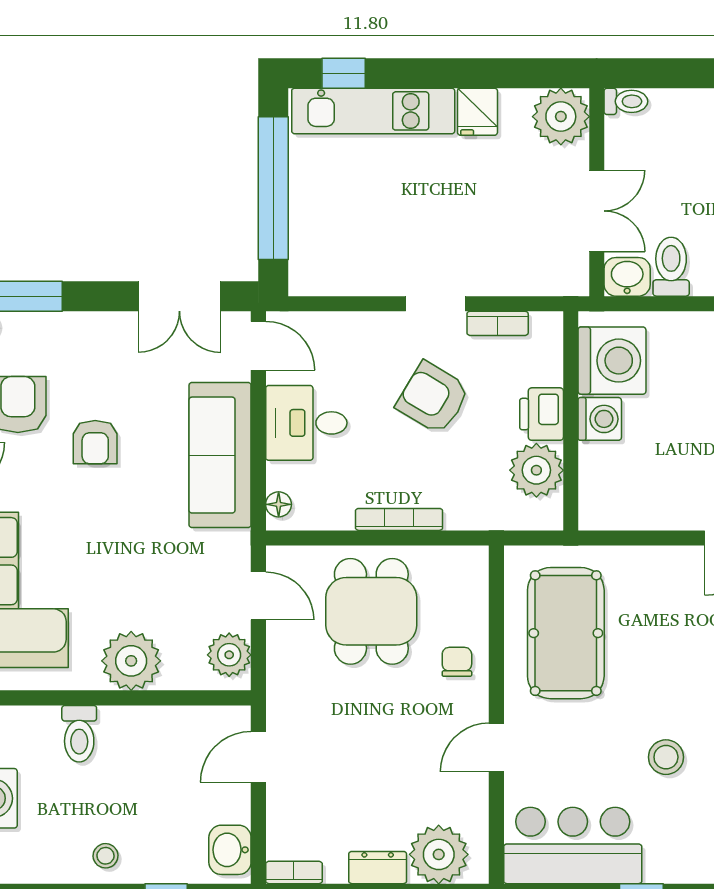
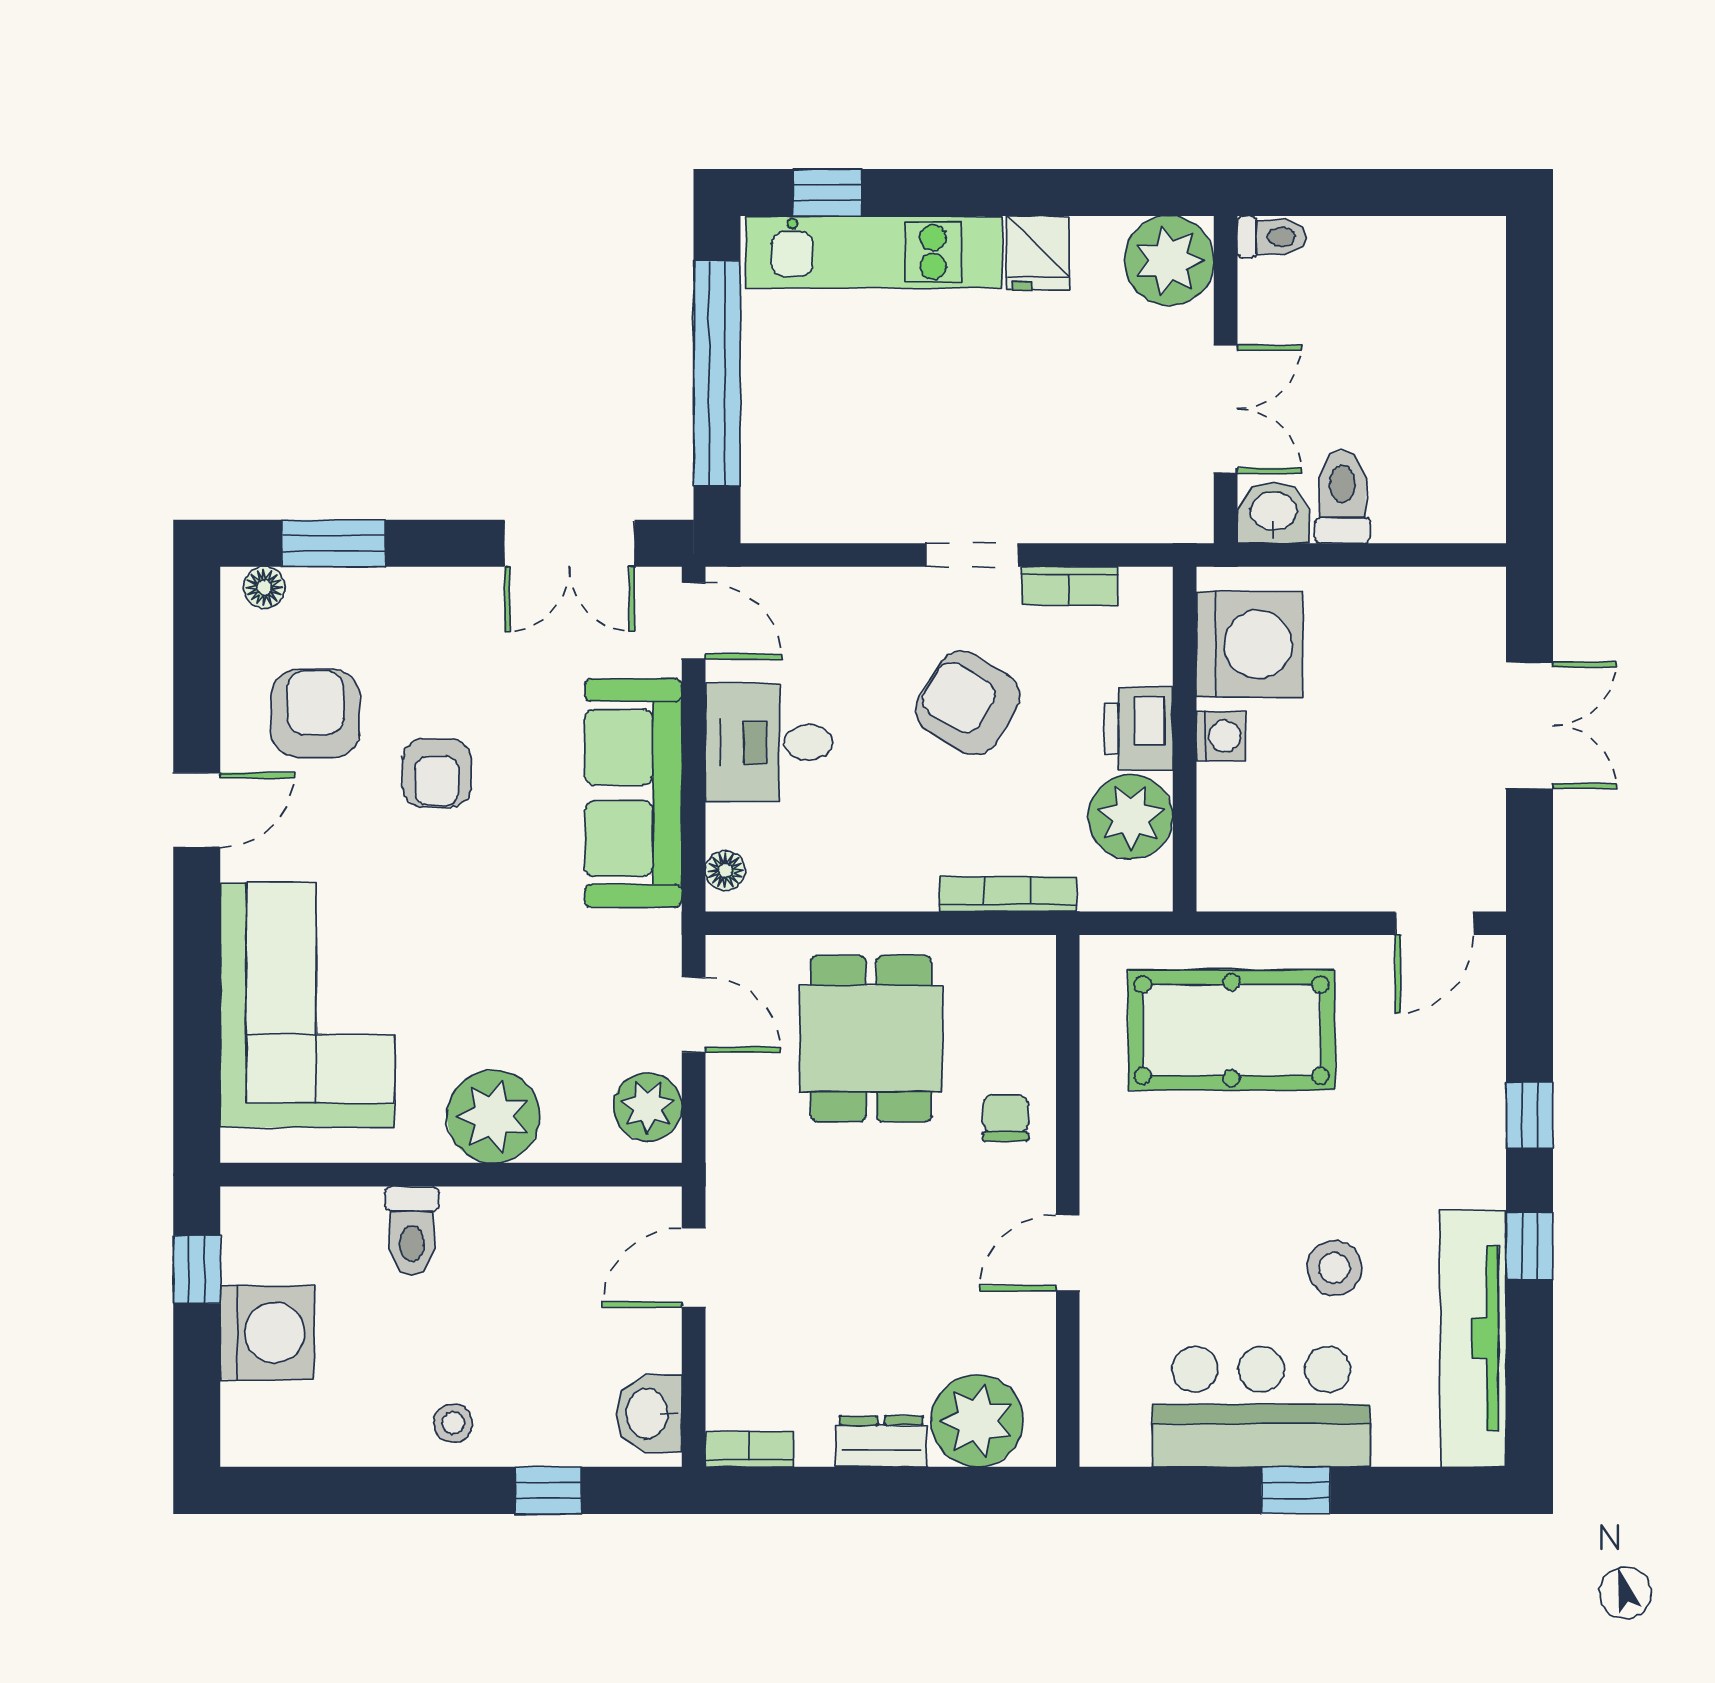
washing machine: (600, 419) -> (1221, 736), width x0.73, depth x0.73
bookcase: (399, 519) -> (1008, 894), moved
pool table: (566, 633) -> (1232, 1030), moved, turned 90
bar counter: (573, 845) -> (1261, 1407), moved

